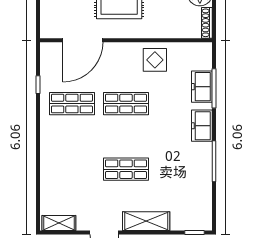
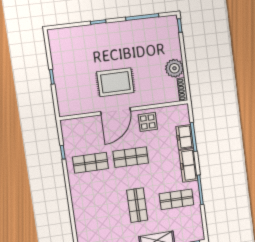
door: (83, 40) -> (116, 111), moved
freezer: (202, 126) -> (188, 165), width x1.40
shop shelf: (126, 169) -> (137, 205), turned 90
shop shelf: (180, 169) -> (176, 199), added

